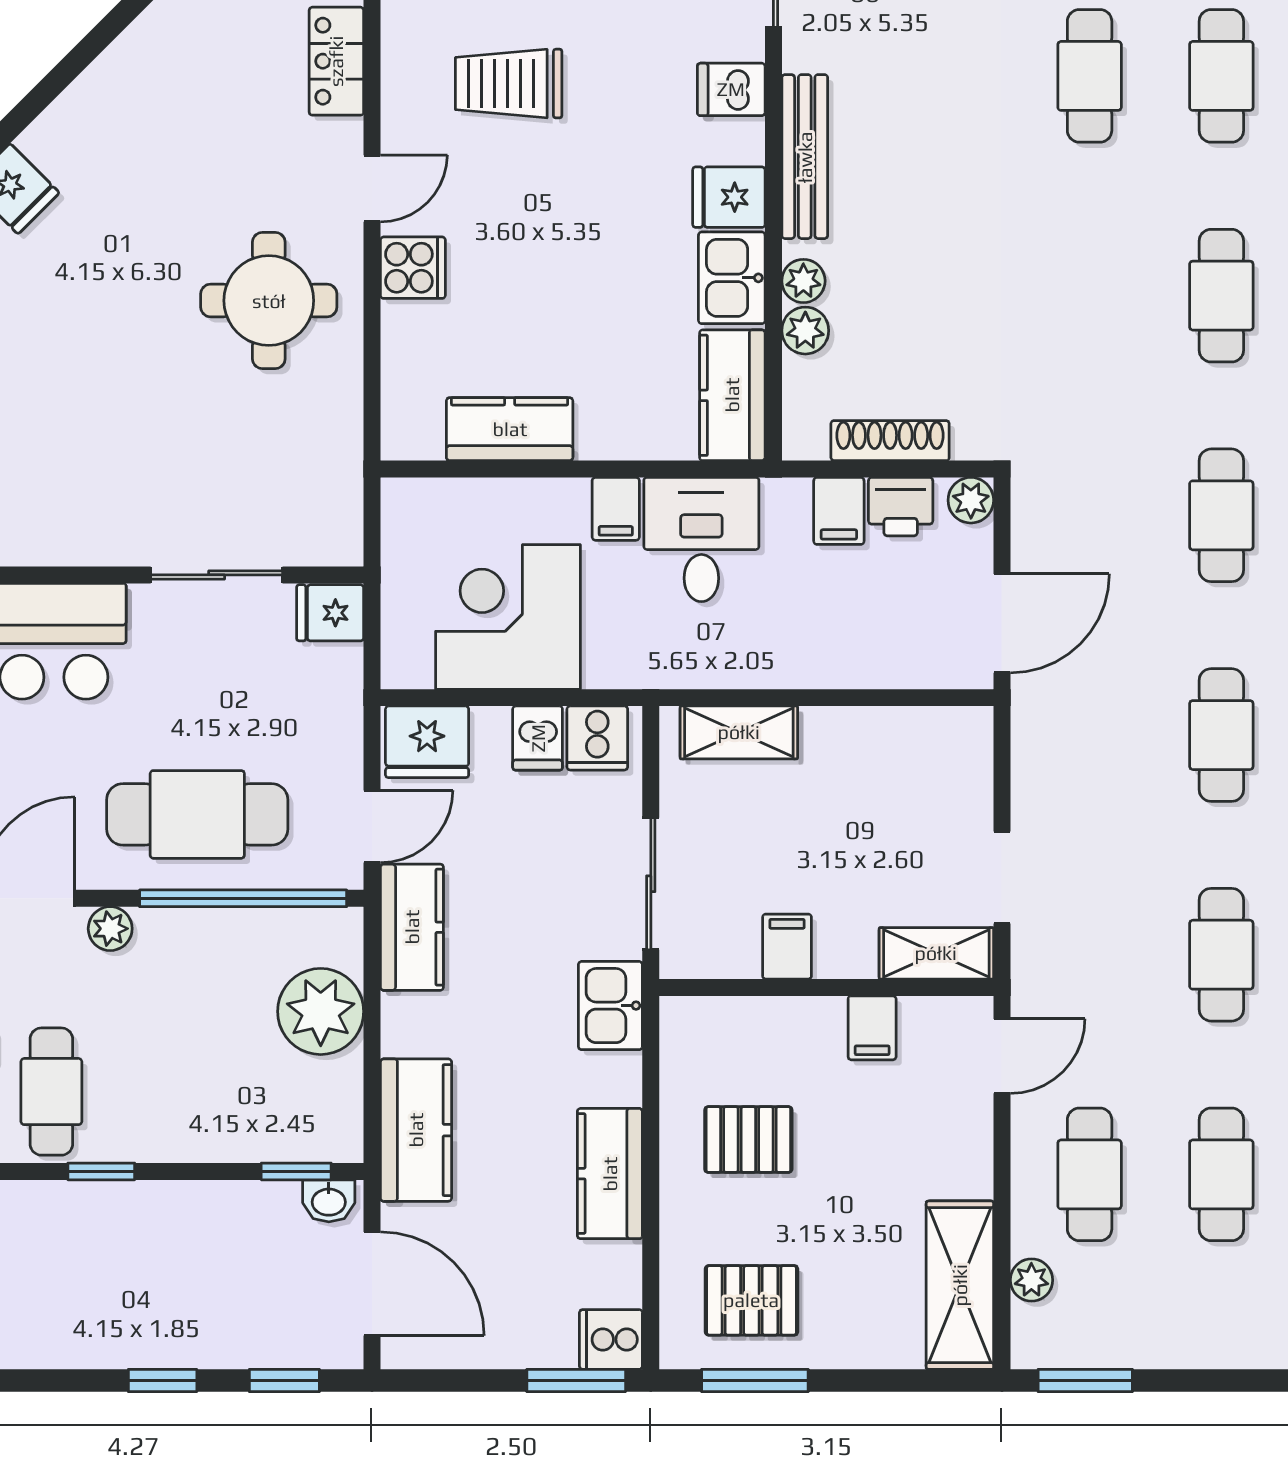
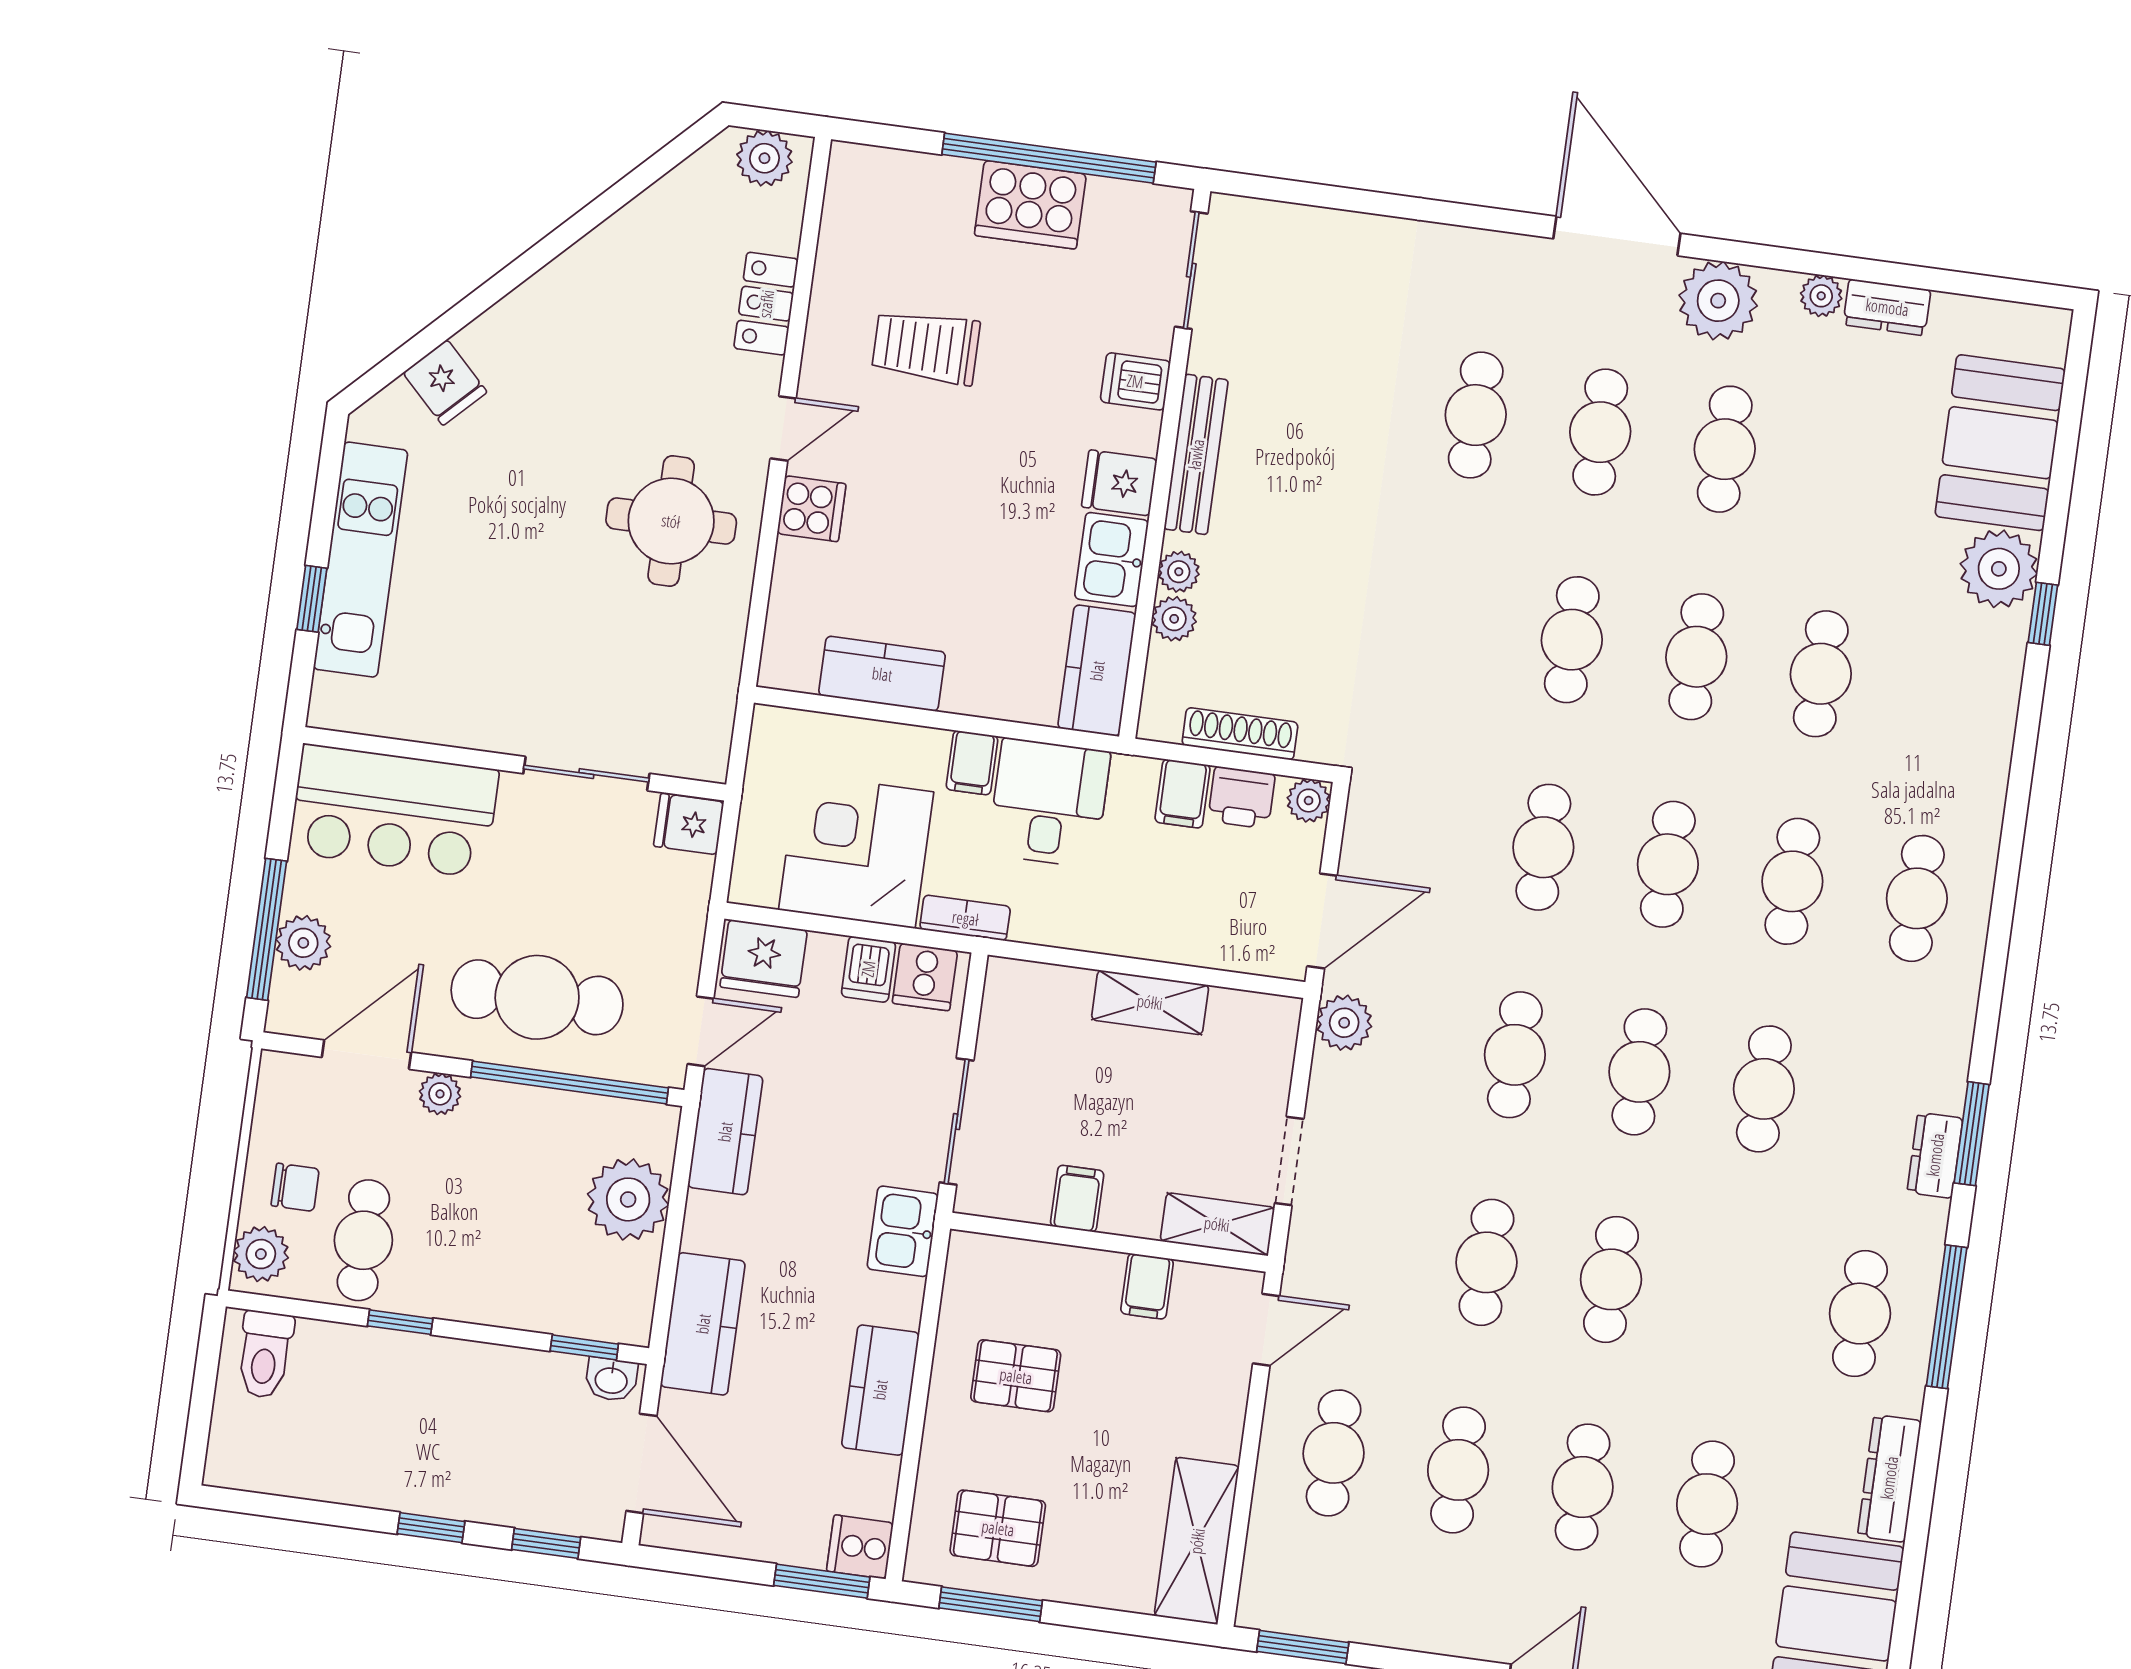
bookcase: (631, 671) -> (965, 918), added
shelving: (739, 732) -> (1150, 1002), moved
plant: (1031, 1280) -> (1344, 1023), moved, width x1.38, depth x1.38

